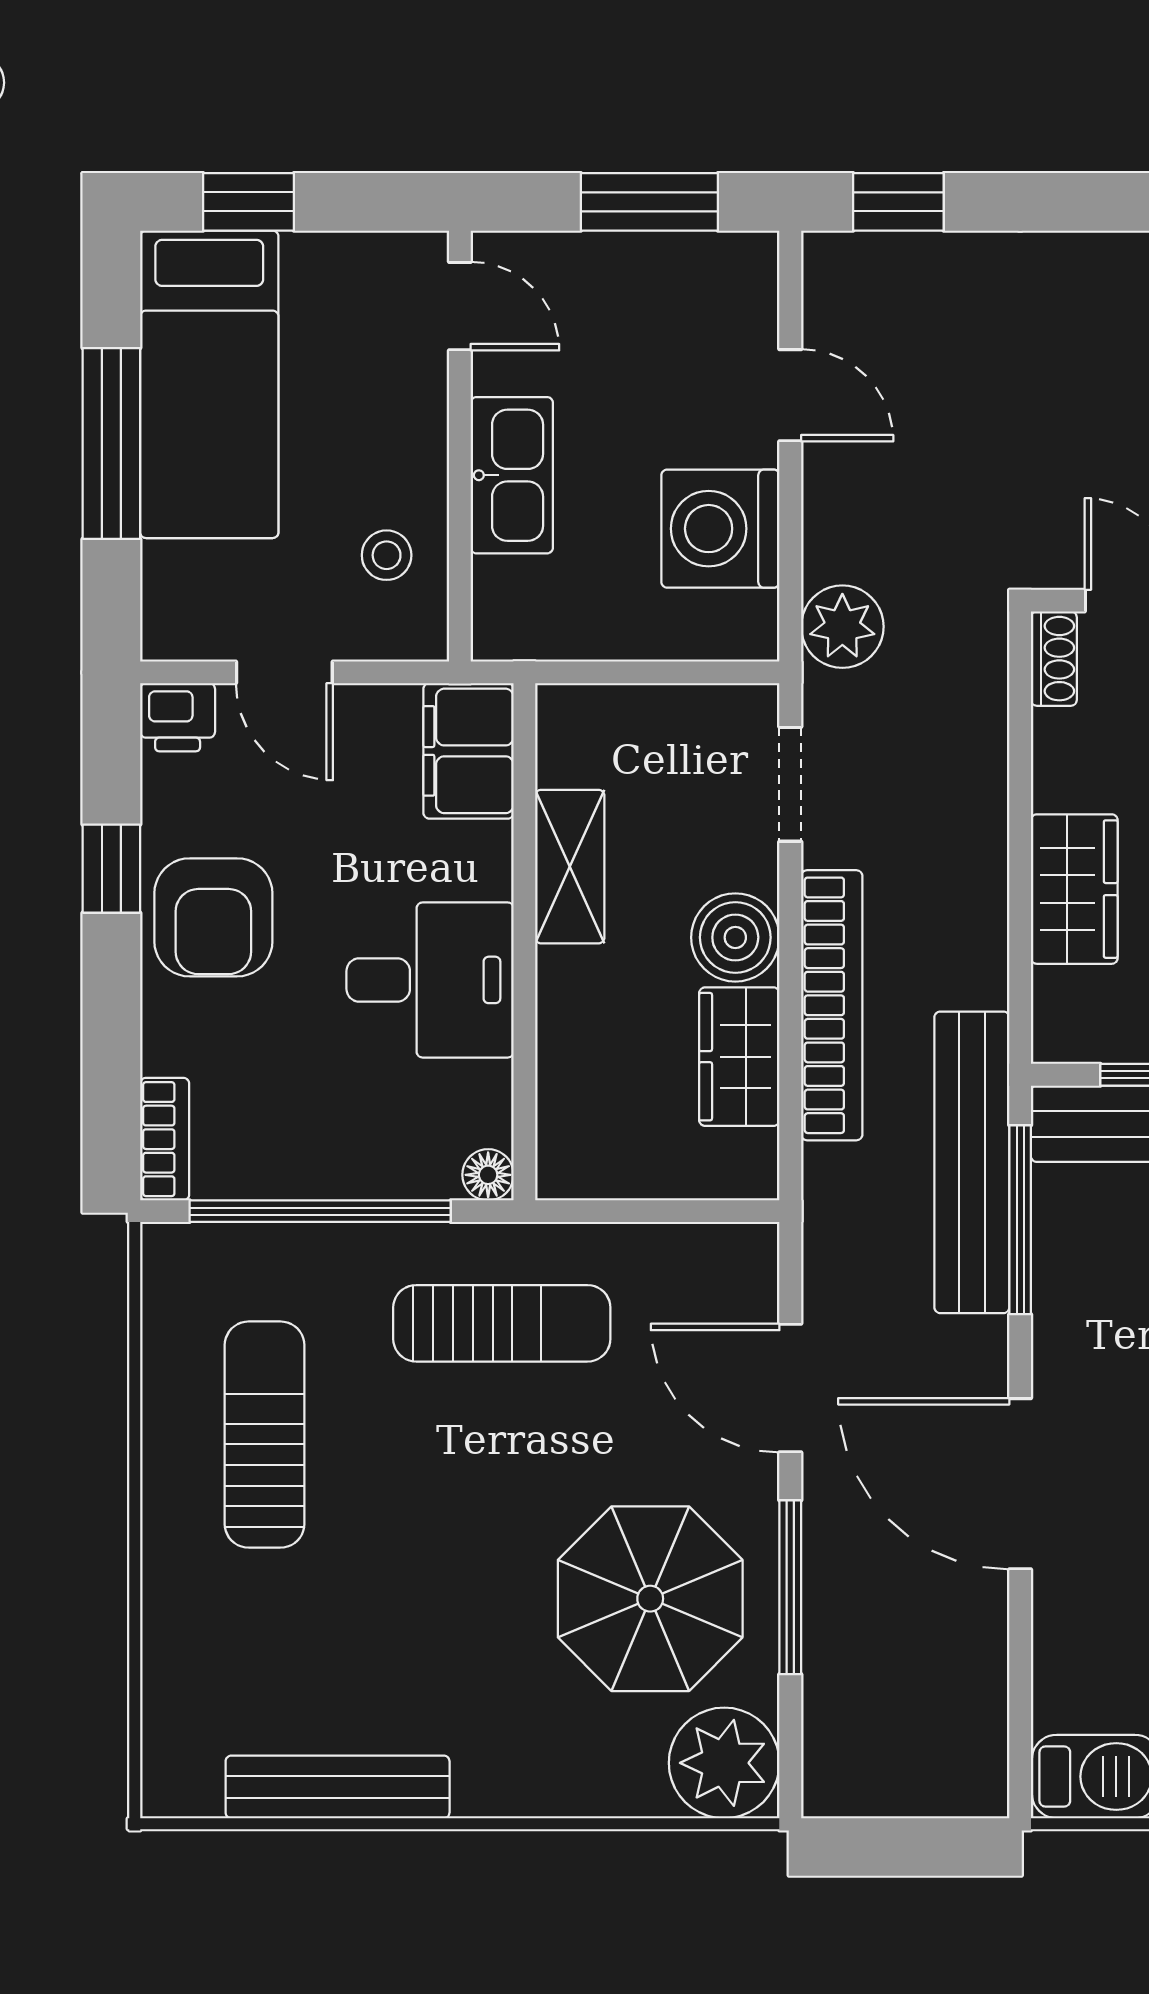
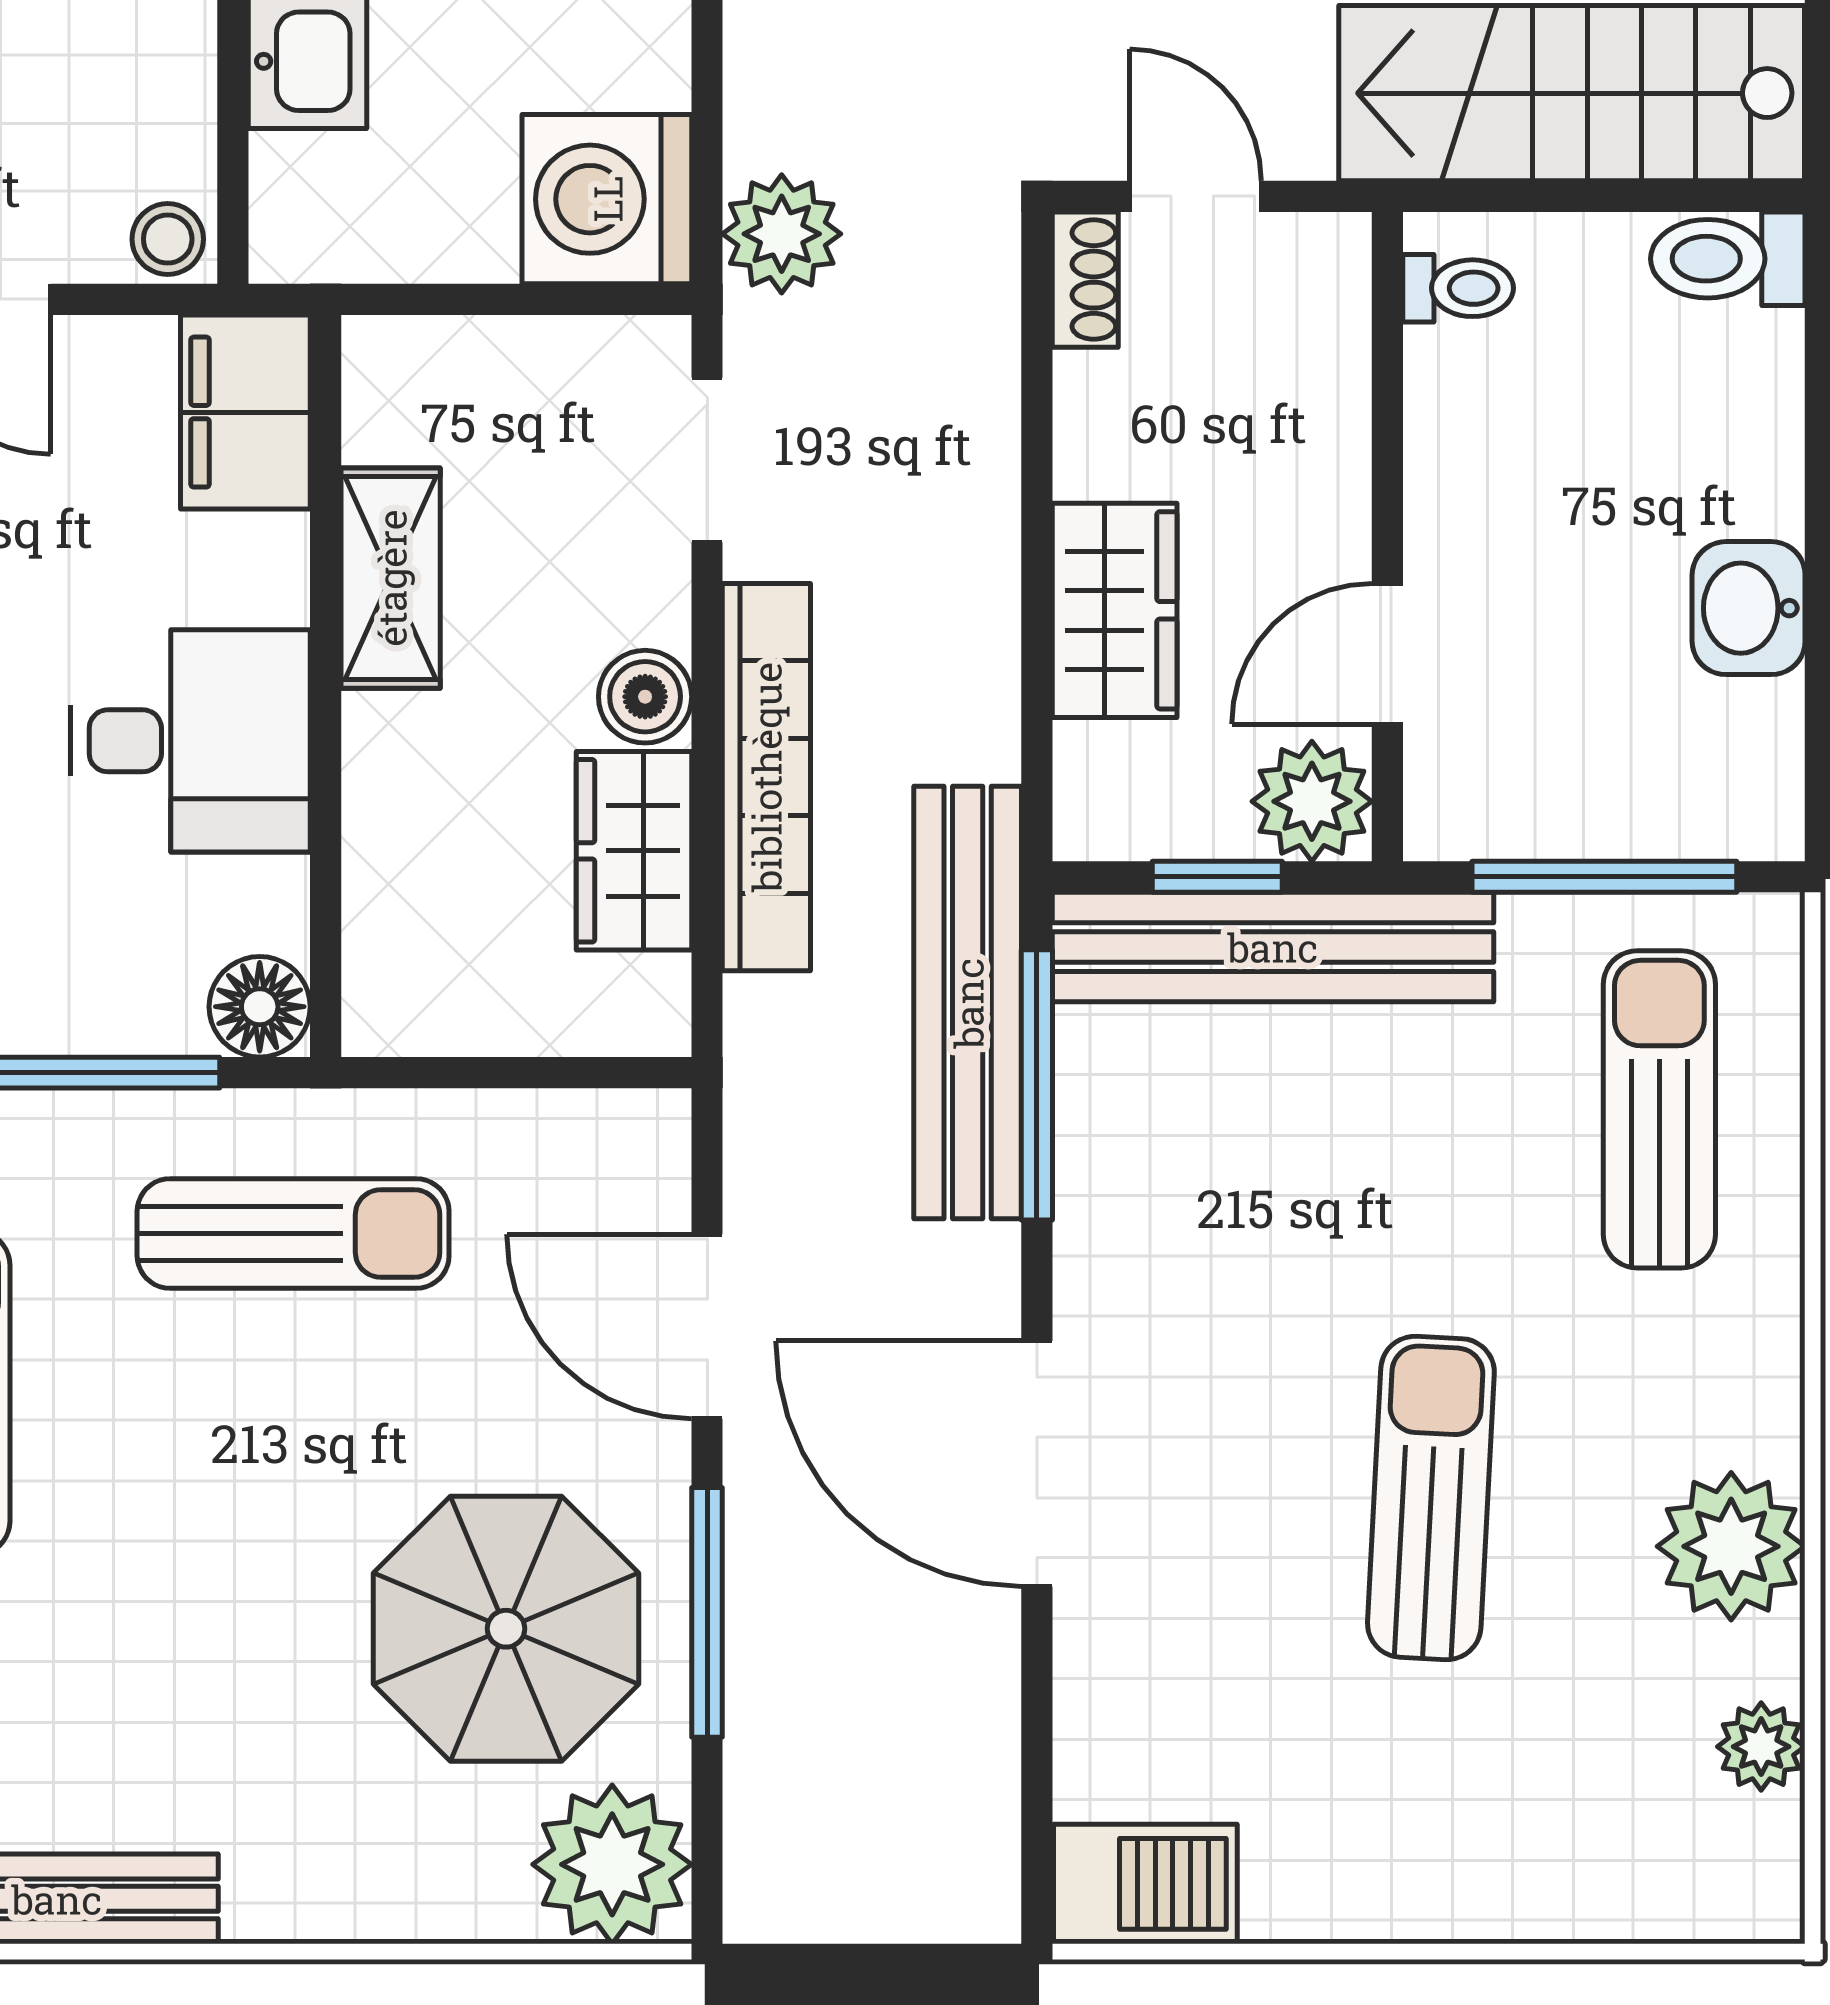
washing machine: (720, 529) -> (607, 199), moved
stool: (387, 555) -> (168, 239), moved
boiler: (735, 937) -> (645, 697), width x0.73, depth x0.73
floor lamp: (488, 1175) -> (260, 1007), width x1.37, depth x1.37

